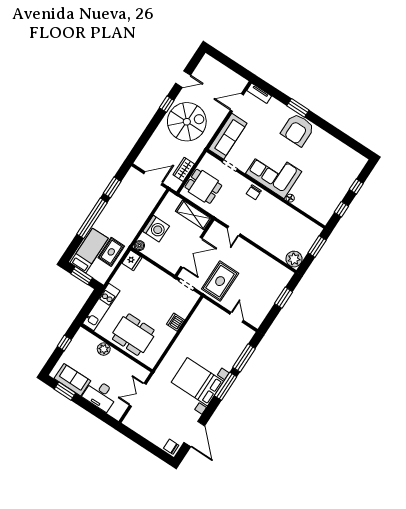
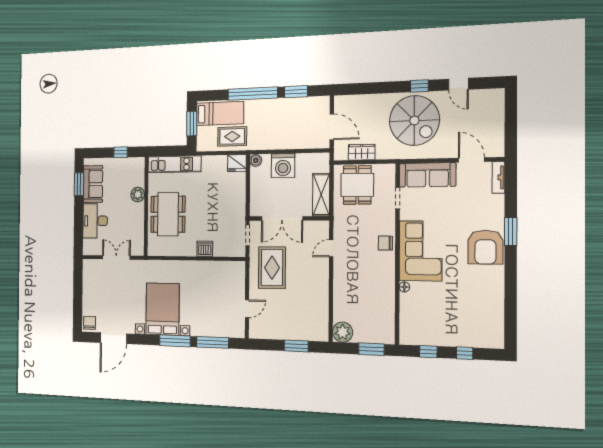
armchair: (298, 130) -> (485, 247), turned -90
rug: (220, 281) -> (272, 268), turned 90

